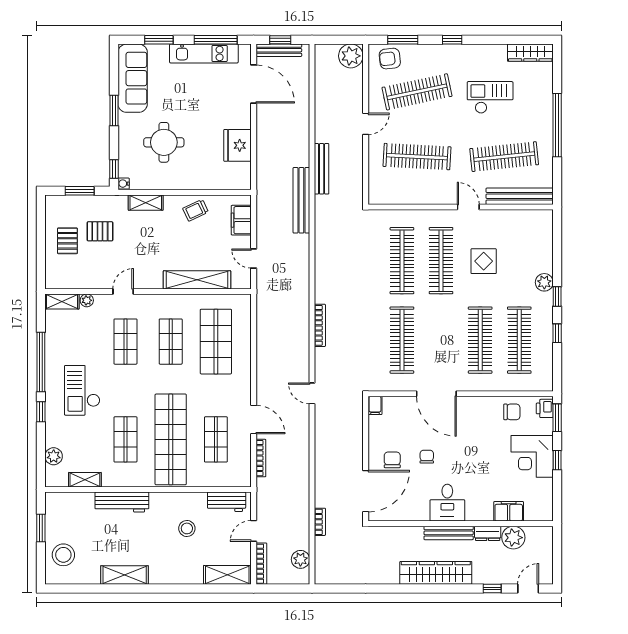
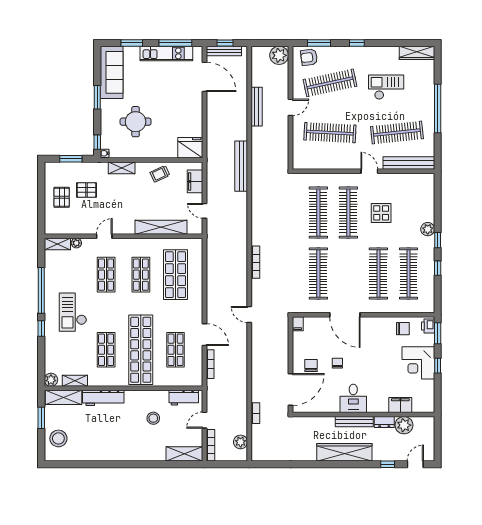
fridge: (238, 145) -> (190, 148), moved, turned 90
bench: (322, 169) -> (257, 107), moved
plant: (54, 456) -> (51, 380), moved
shelving: (125, 575) -> (64, 397), moved

